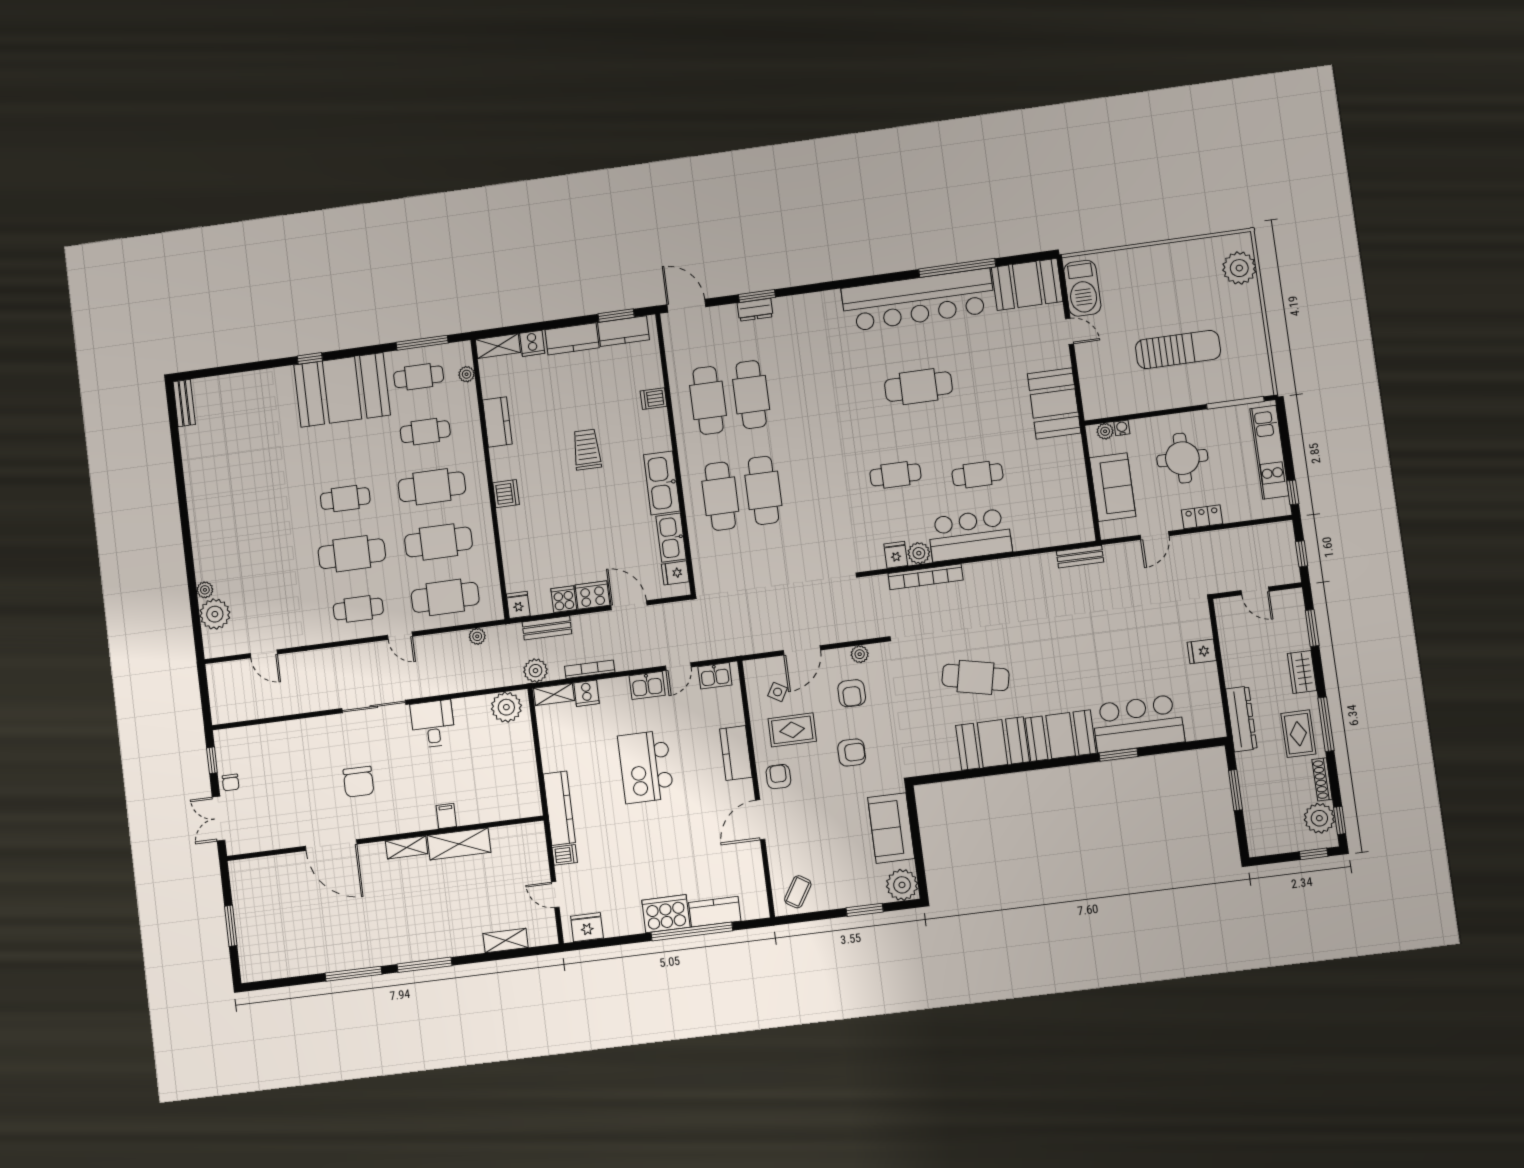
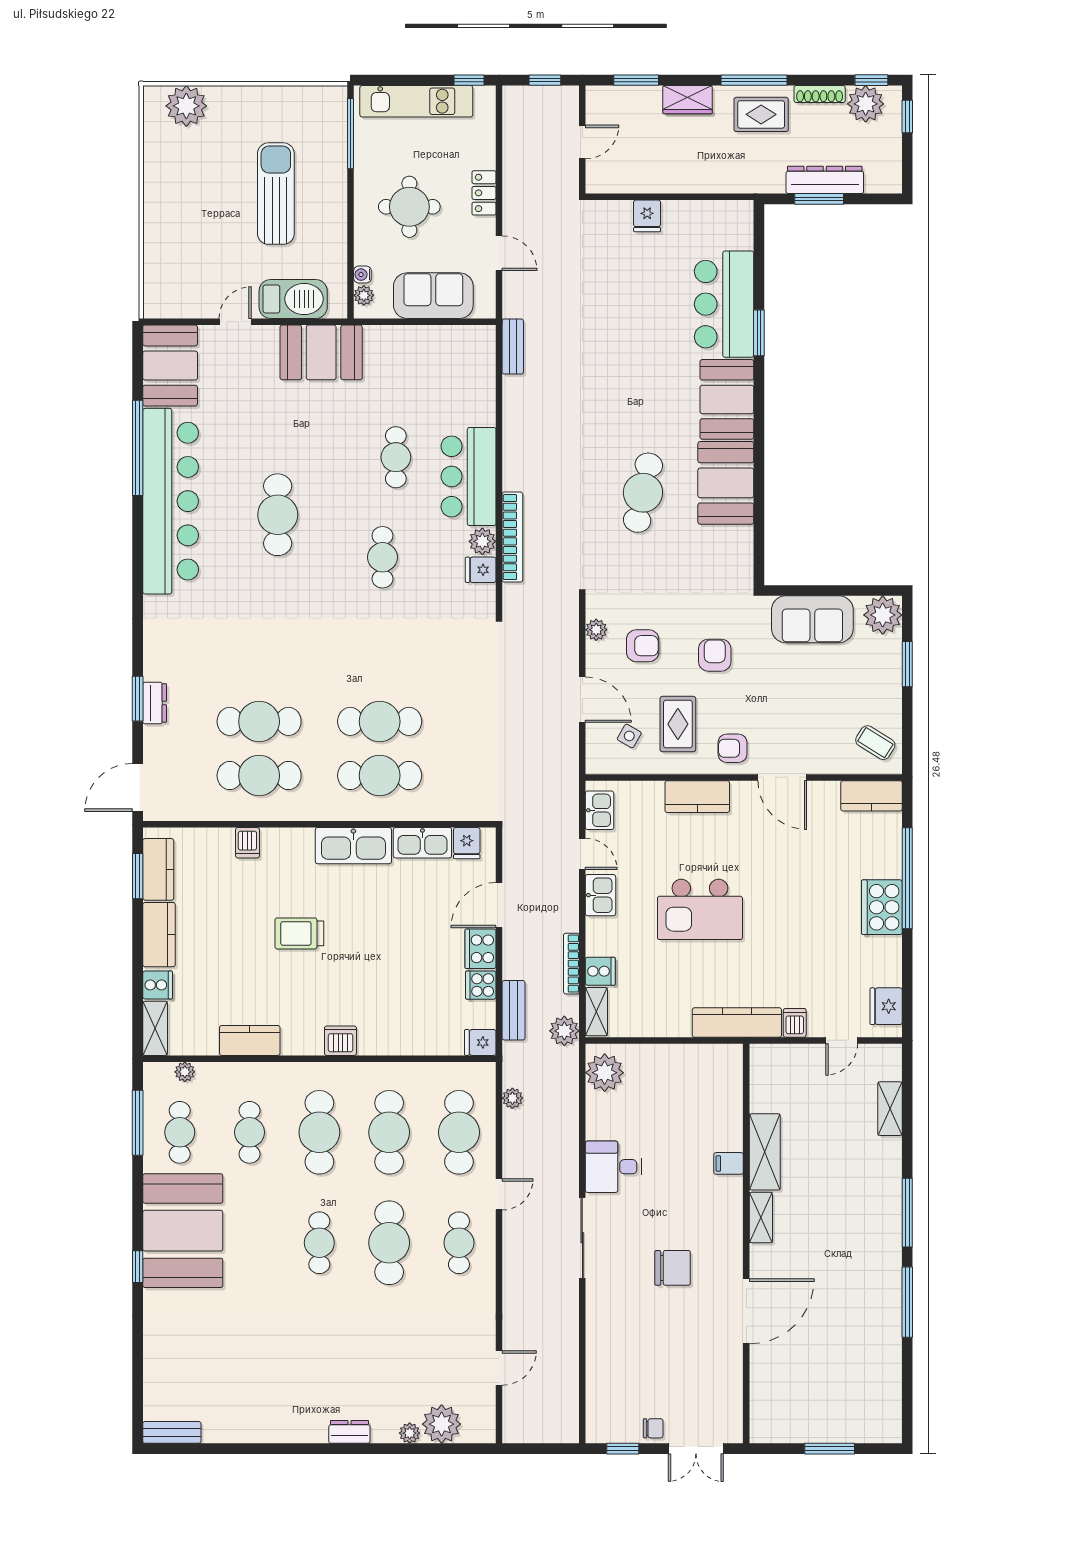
barbecue: (1082, 288) -> (293, 299), moved
dresser: (200, 542) -> (349, 1432), added
dresser: (1241, 719) -> (825, 180), moved
kitchen counter: (715, 912) -> (871, 796), moved, turned -90

